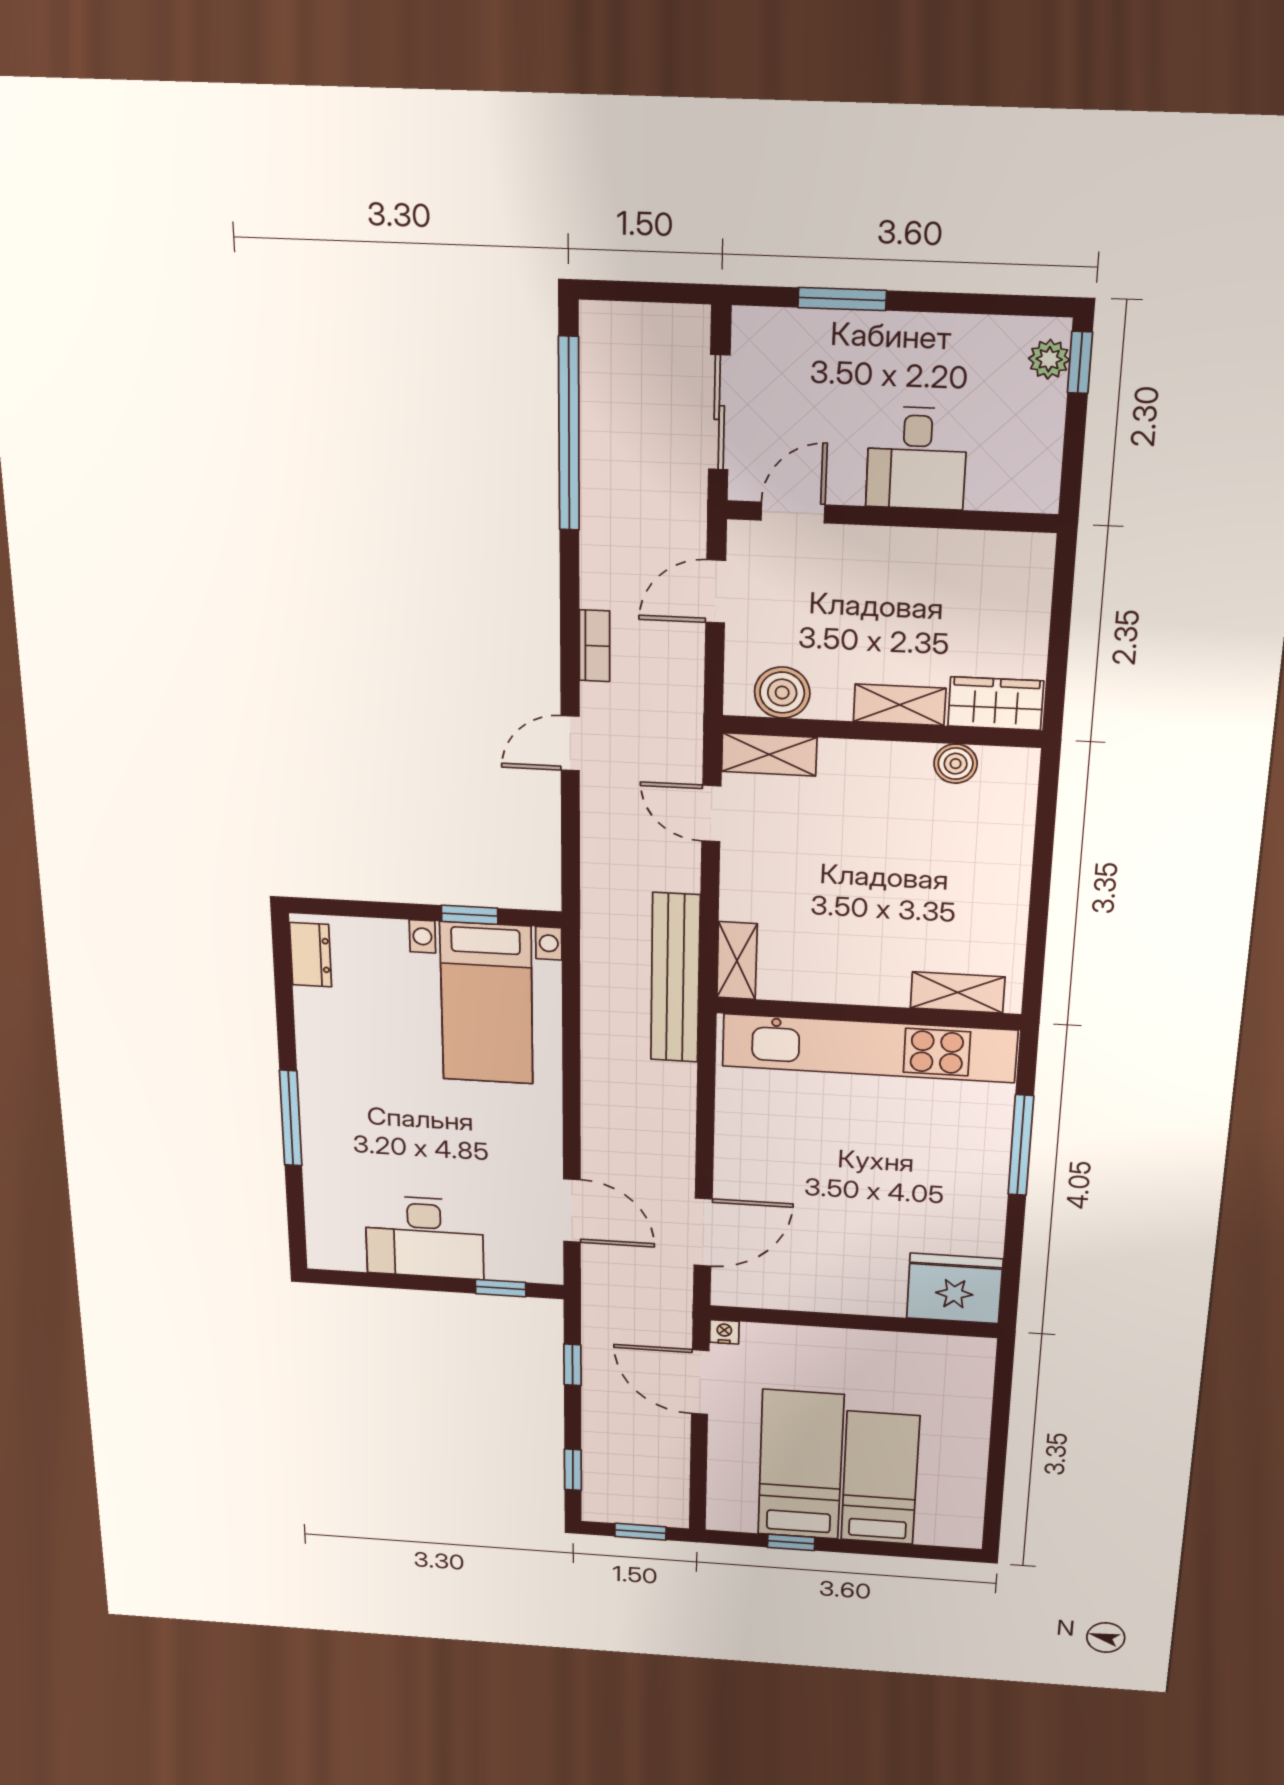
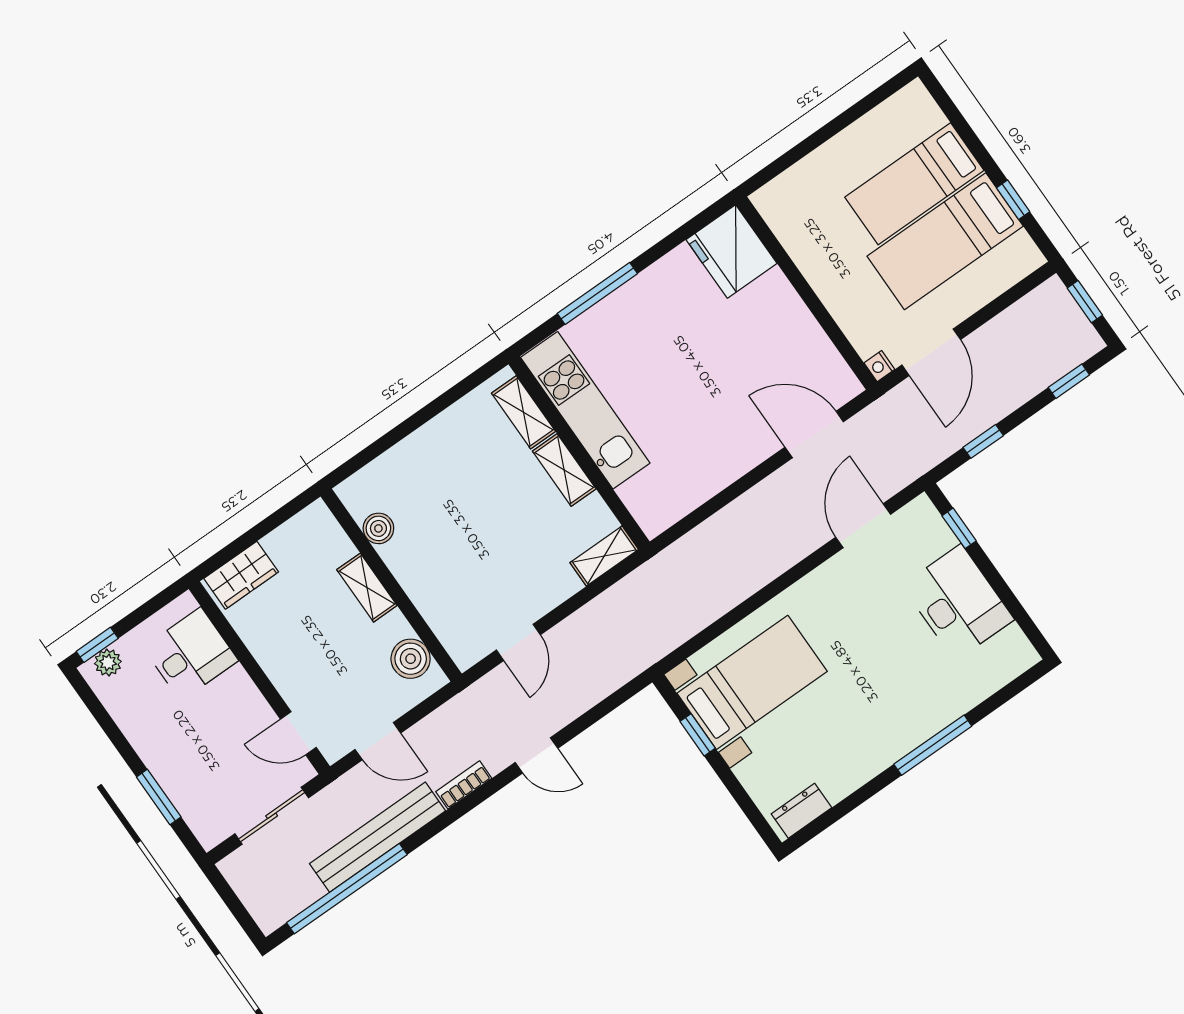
desk: (917, 458) -> (191, 654), moved
wardrobe: (996, 704) -> (241, 575), moved, turned -90
shelving: (769, 754) -> (564, 470), moved
bench: (675, 978) -> (377, 837), moved
kitchen unit: (869, 1048) -> (585, 410), width x0.73

